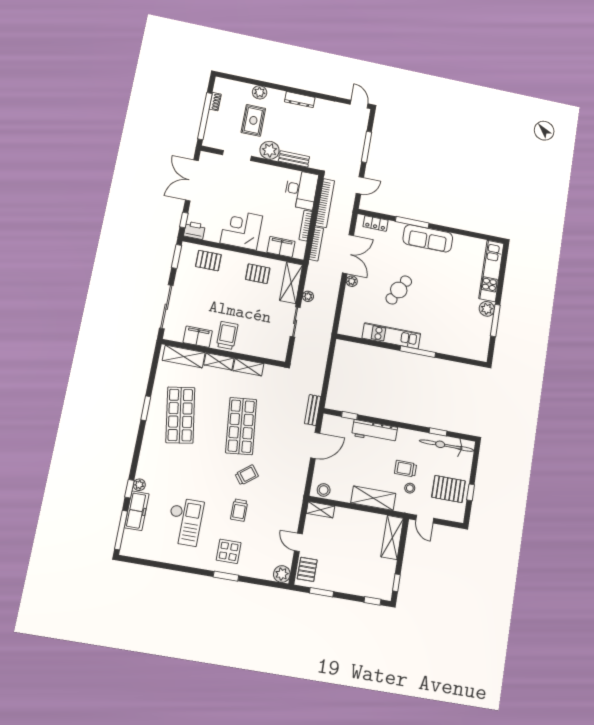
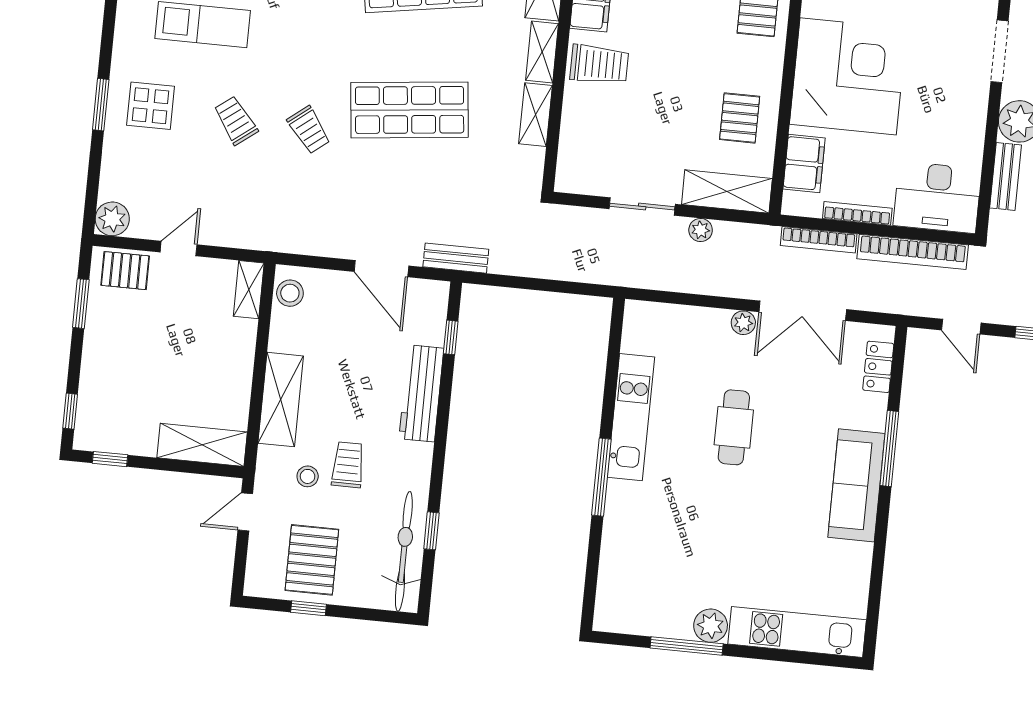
corner desk: (241, 229) -> (848, 76), width x1.36, depth x1.36
cafe table: (399, 290) -> (734, 427), turned 61
trolley: (239, 510) -> (236, 120), turned 53

